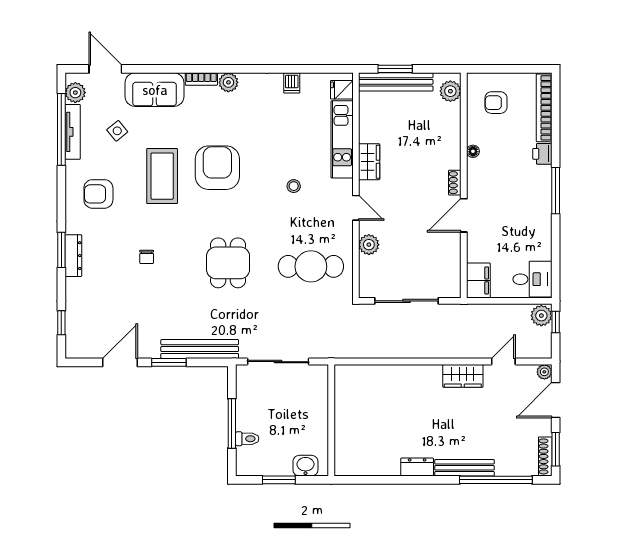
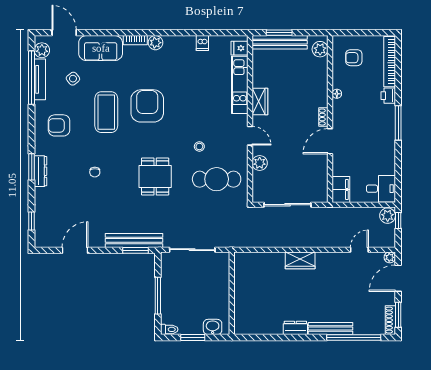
stool: (294, 186) -> (199, 146), moved
window: (169, 362) -> (136, 250), moved
wardrobe: (463, 376) -> (300, 260), moved
toilet: (247, 439) -> (169, 329), moved

